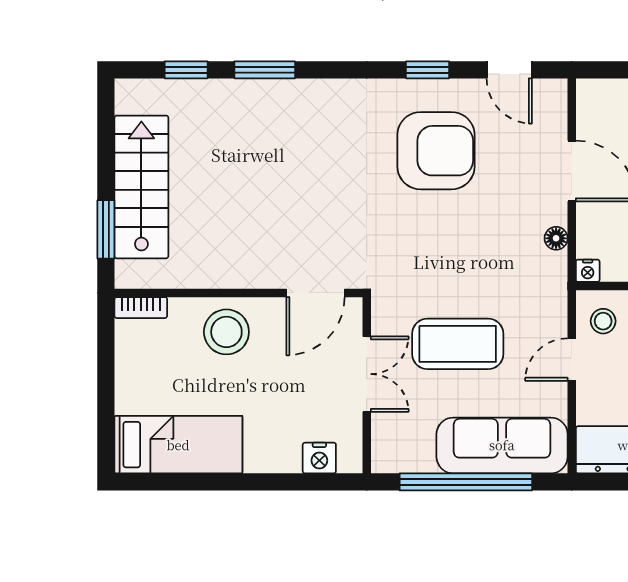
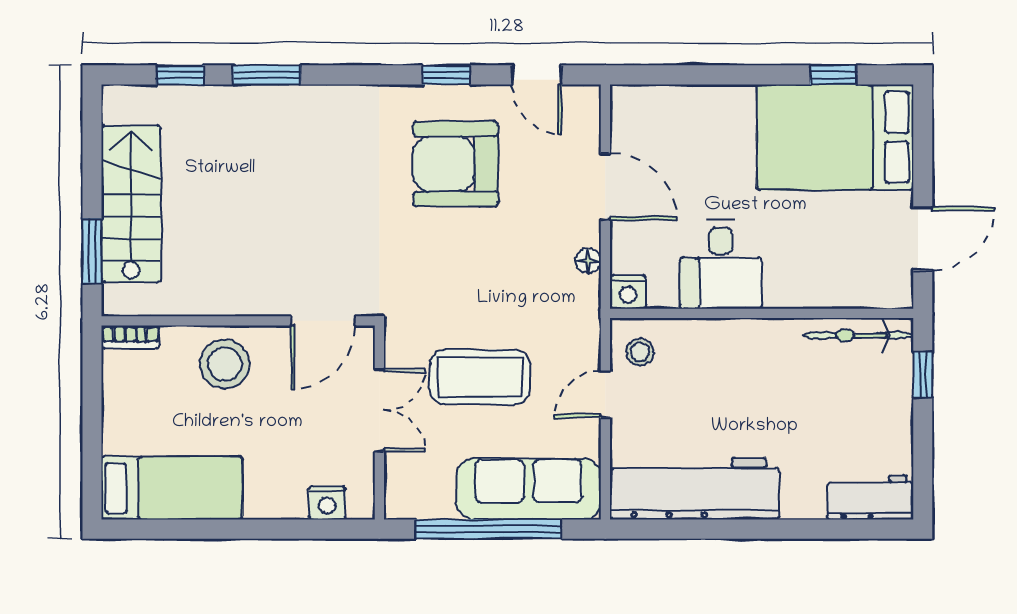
armchair: (436, 151) -> (456, 164), turned 180
nightstand: (588, 271) -> (628, 292), width x1.39, depth x1.35

